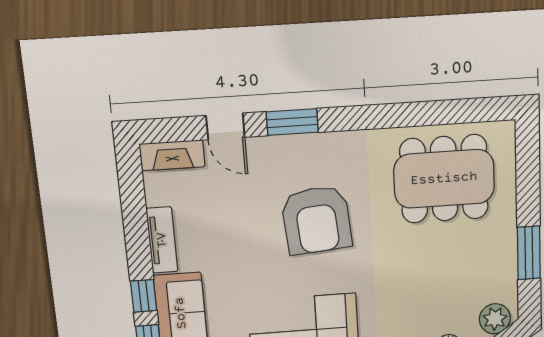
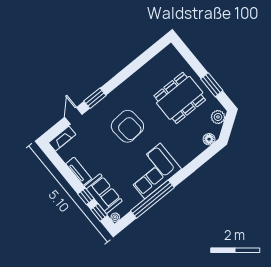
door: (225, 126) -> (73, 116), swing flipped
dining table: (444, 179) -> (180, 98), moved

